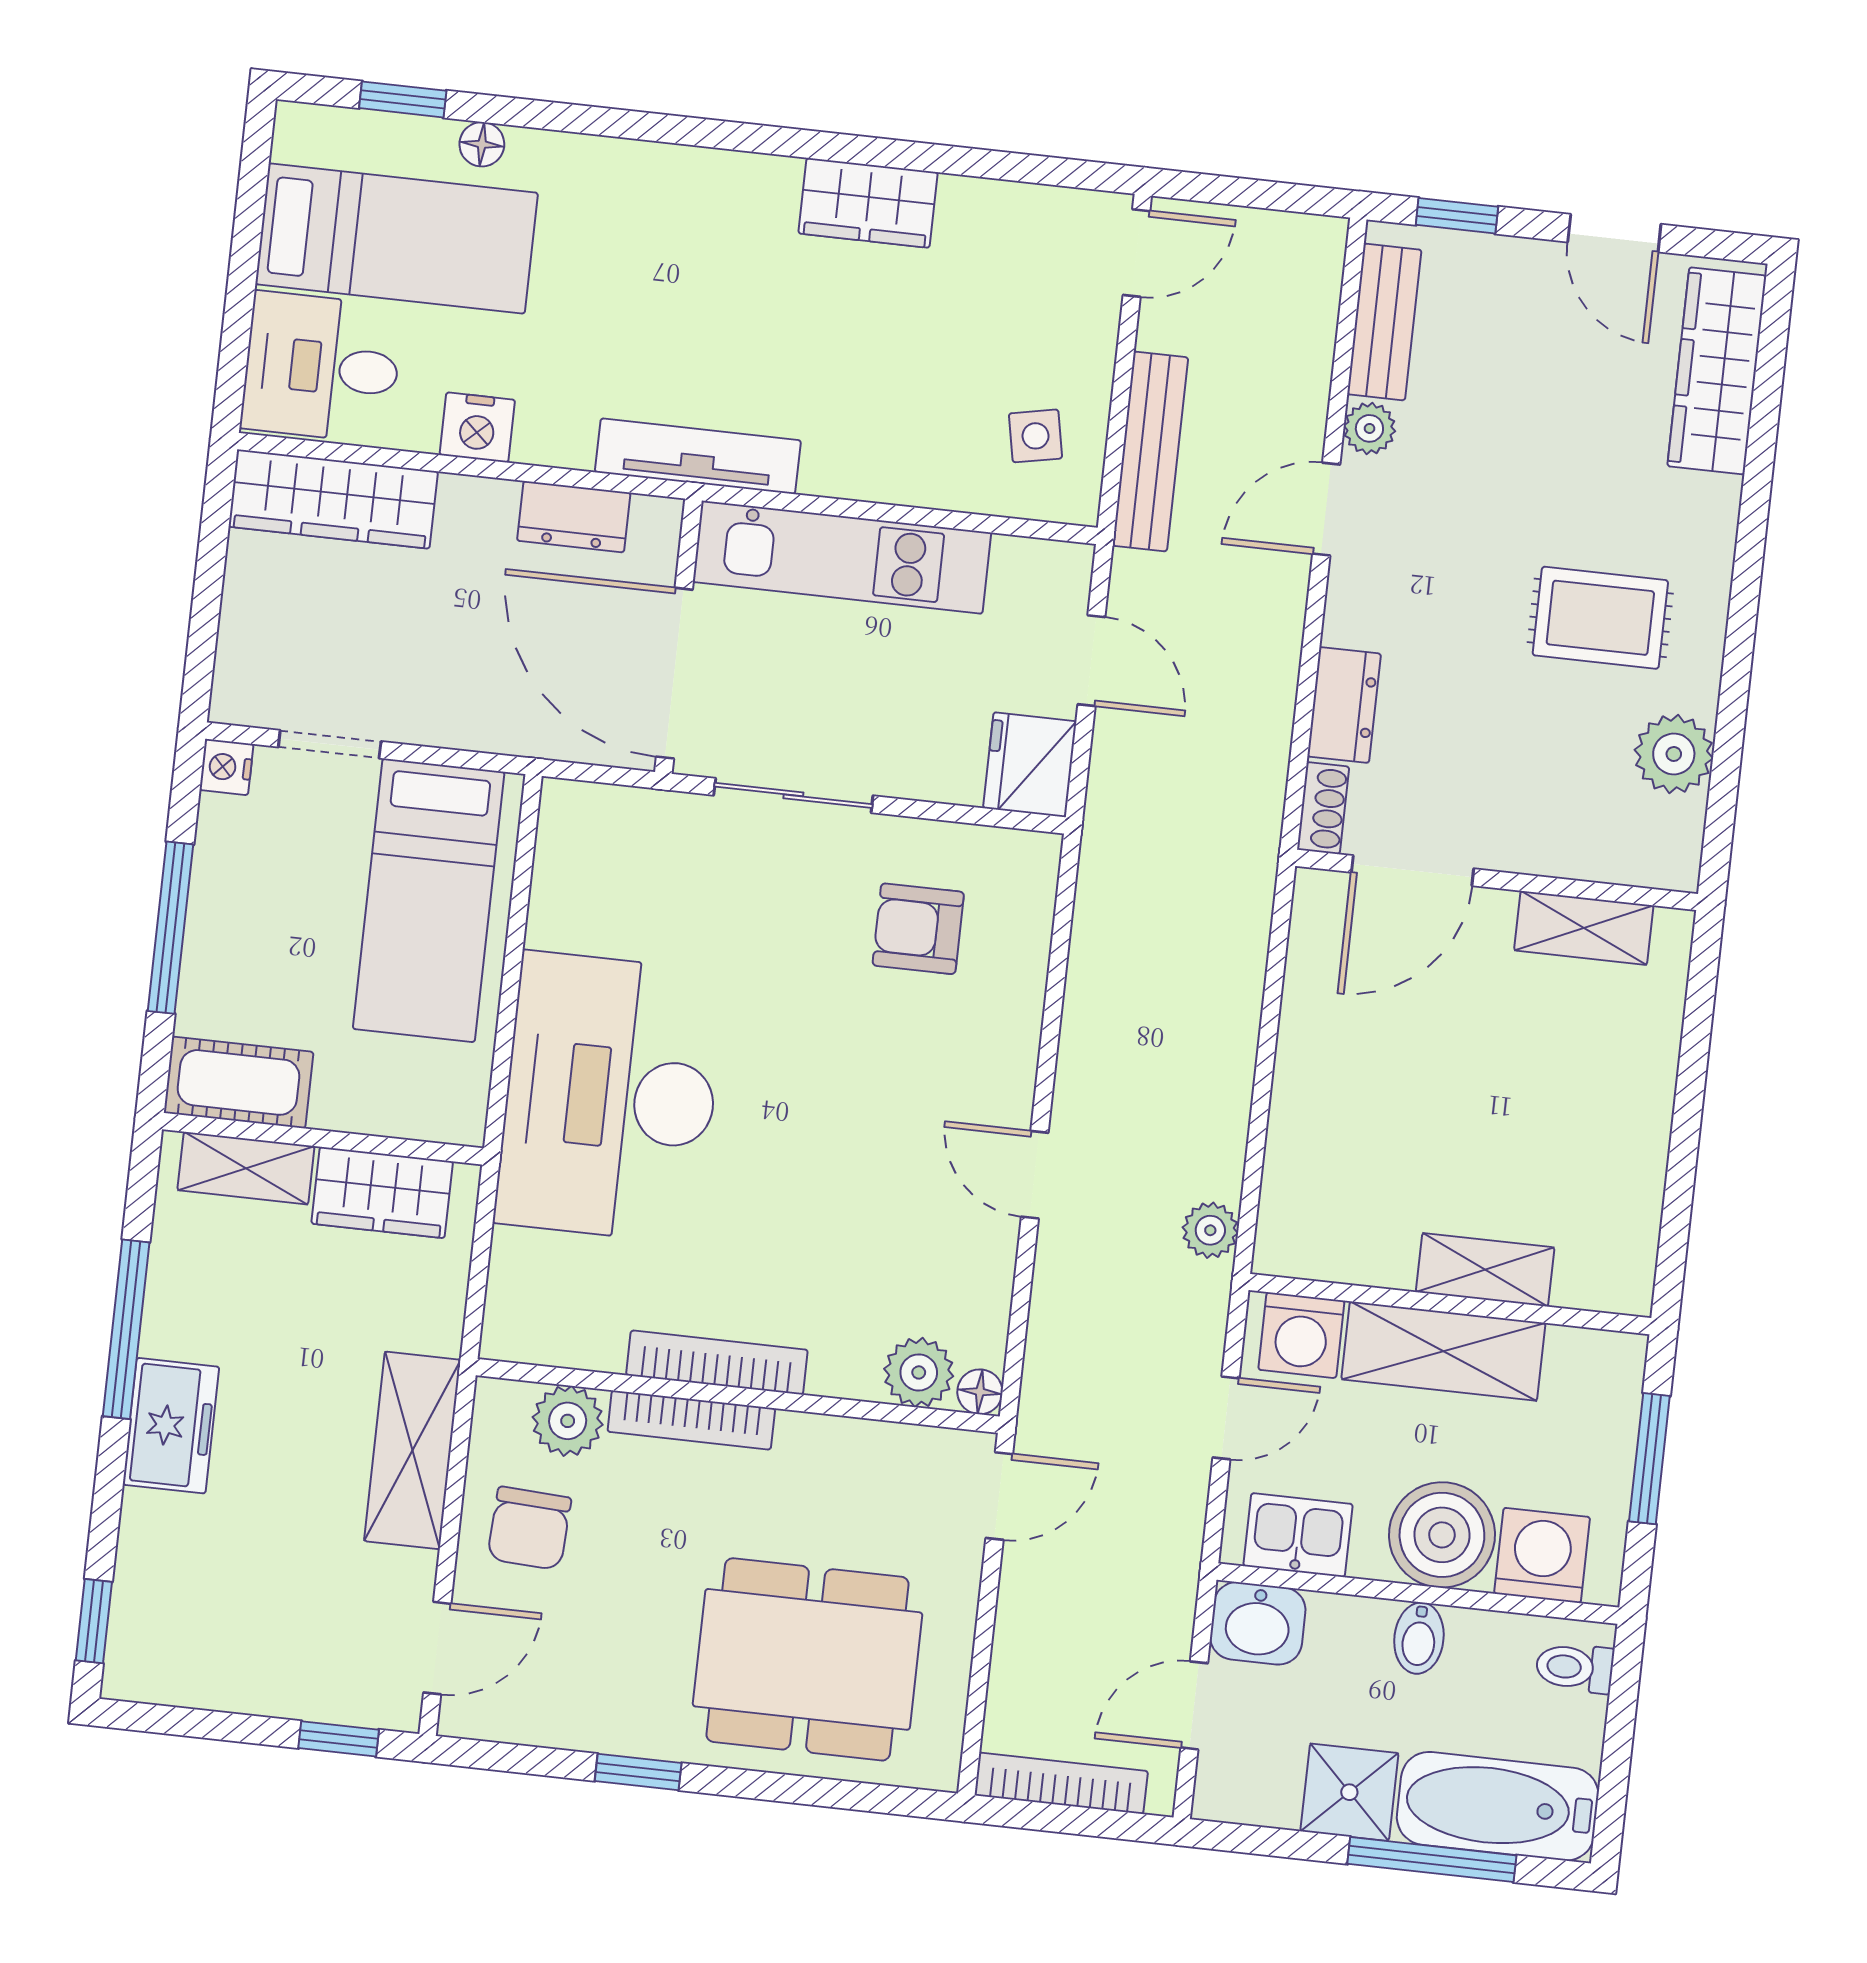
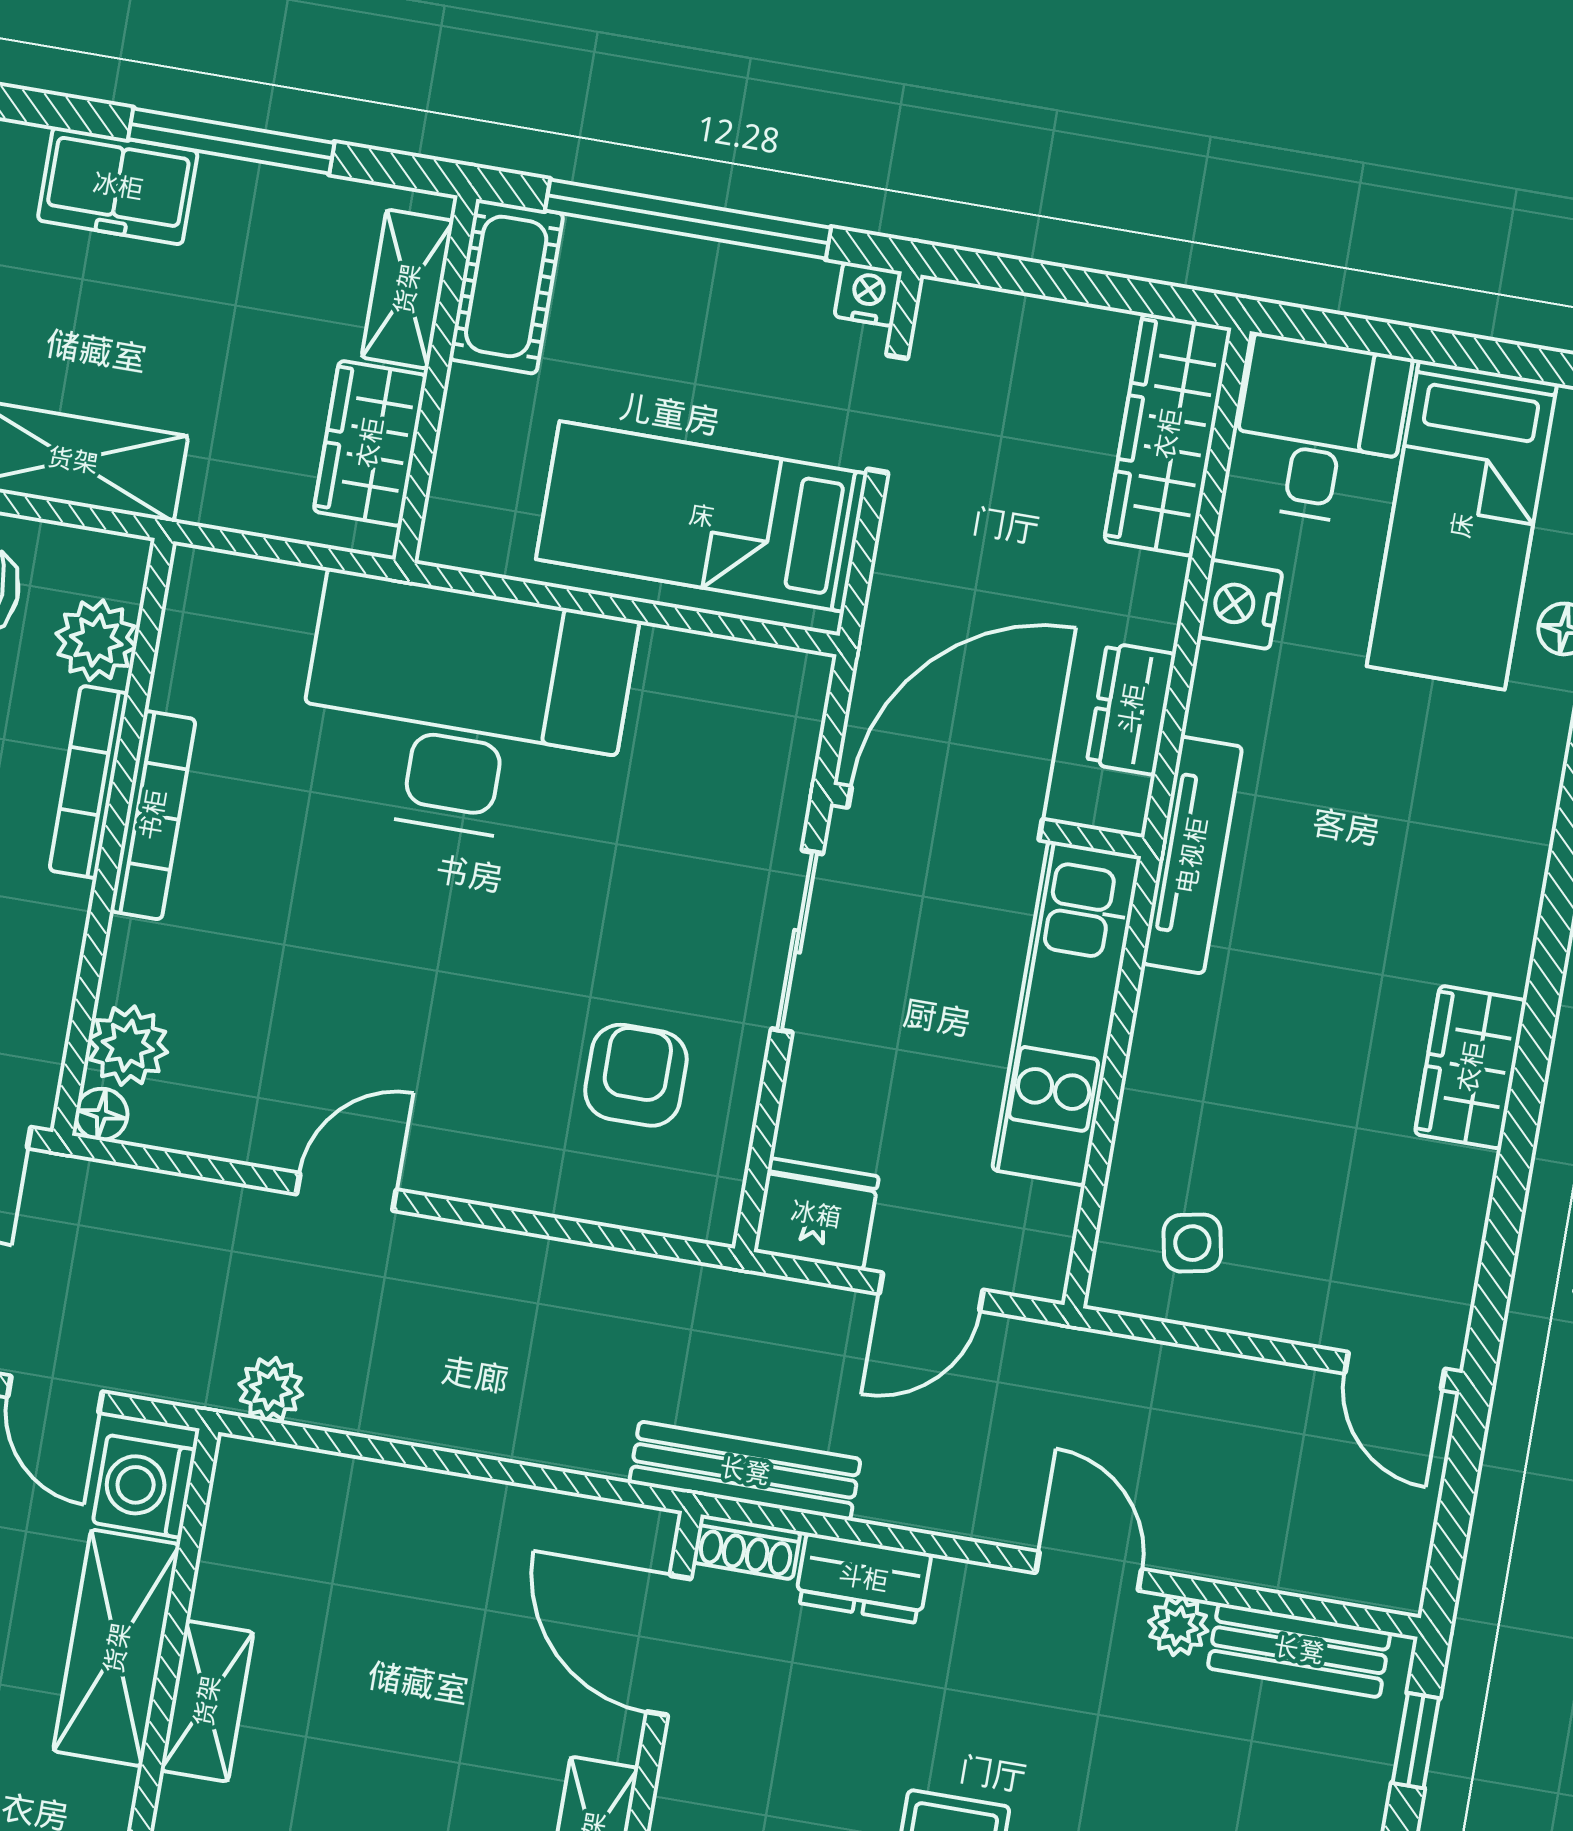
bench: (1150, 452) -> (745, 1471), moved
window: (171, 928) -> (688, 219), width x1.46

